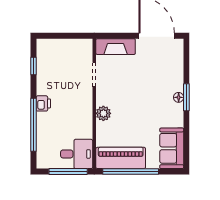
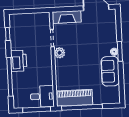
printer: (43, 103) -> (19, 61), width x1.87, depth x1.48
plant: (103, 113) -> (60, 53), moved
sofa: (172, 148) -> (110, 71), moved

